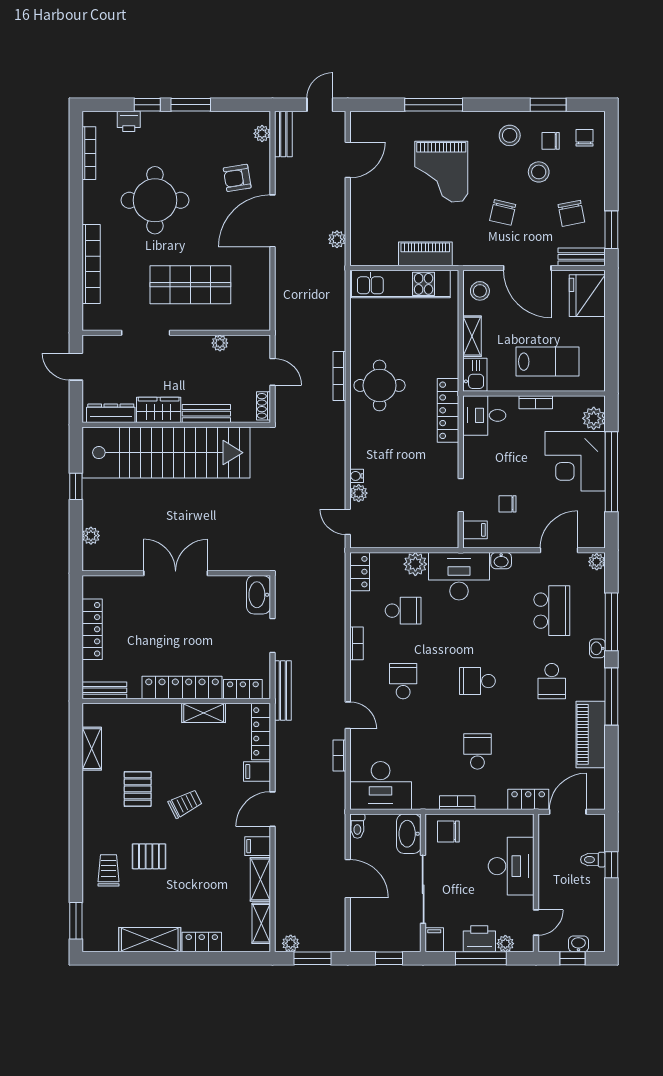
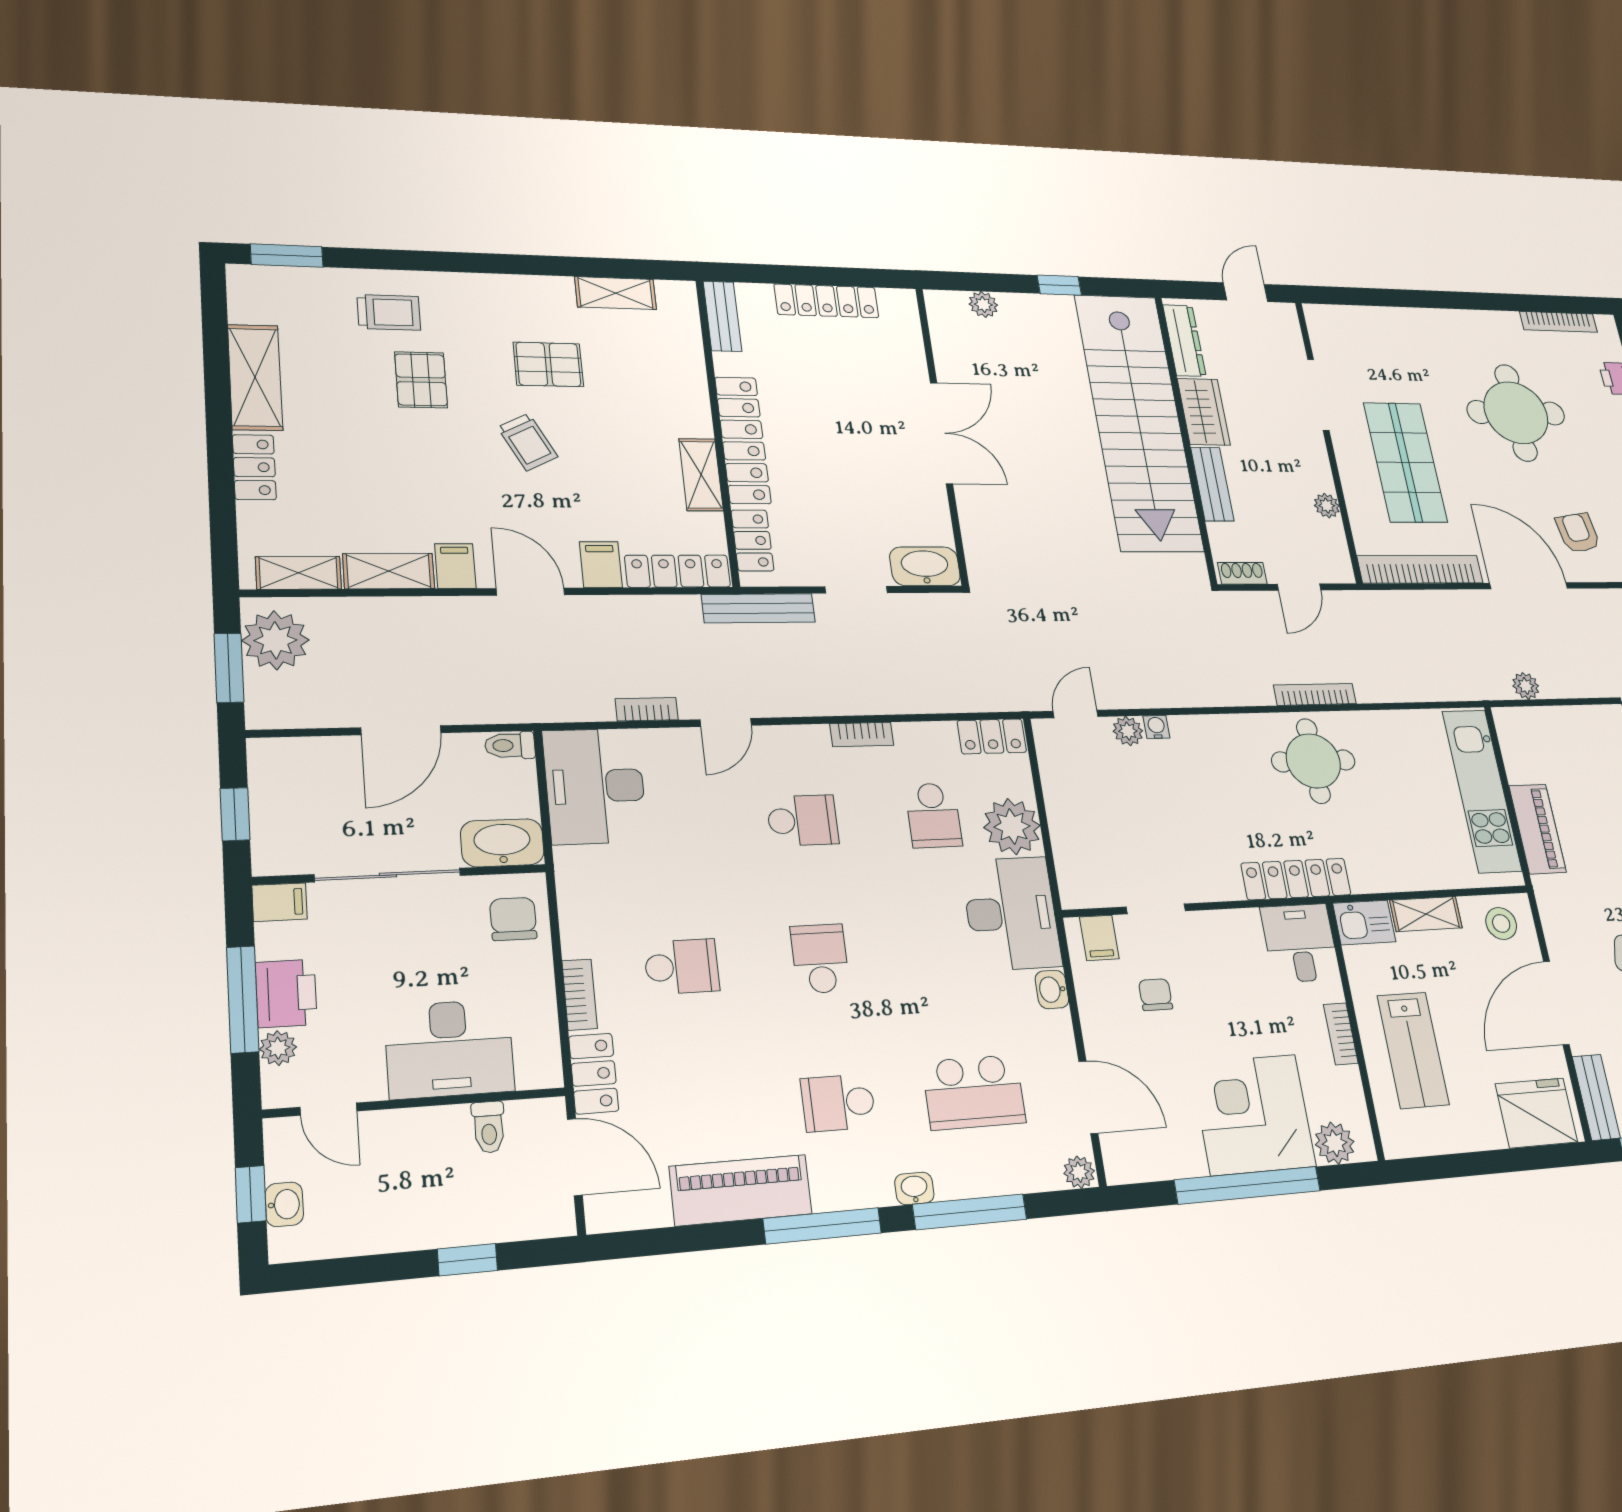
bookcase: (91, 264) -> (1420, 569), moved, turned 180
plant: (415, 564) -> (1012, 826), width x1.36, depth x1.36
bookcase: (457, 803) -> (580, 995), moved
toilet: (593, 860) -> (489, 1127), moved, turned 180
plant: (291, 943) -> (275, 640), width x1.87, depth x1.87

